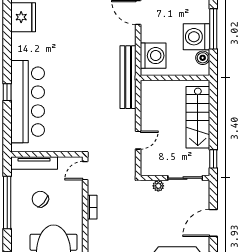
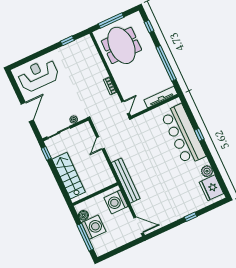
plant: (19, 41) -> (207, 171), added
chair: (40, 199) -> (146, 76), removed

